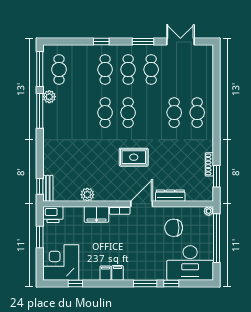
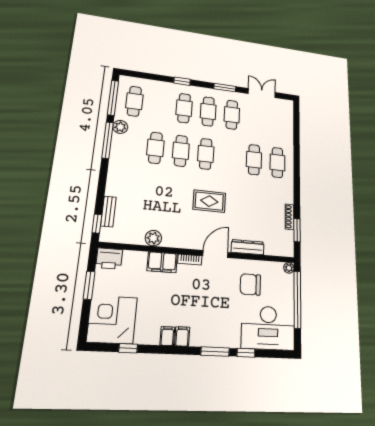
cafe table: (82, 113) -> (155, 148), added
bench: (48, 188) -> (108, 211), moved

